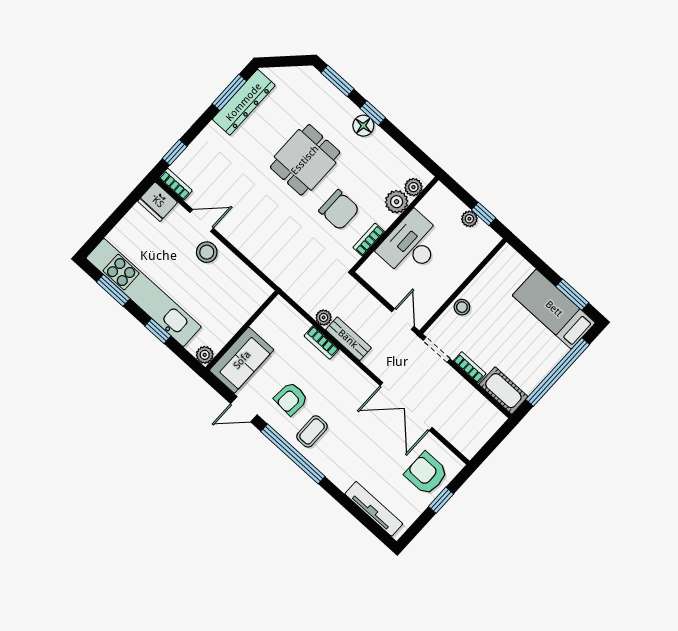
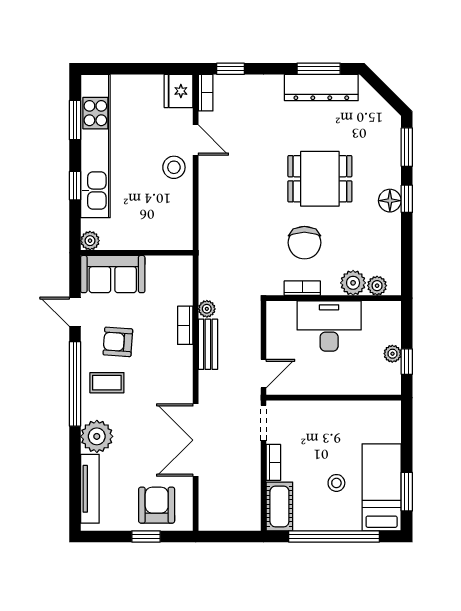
stool: (462, 307) -> (336, 483), moved
plant: (342, 472) -> (97, 436), added

